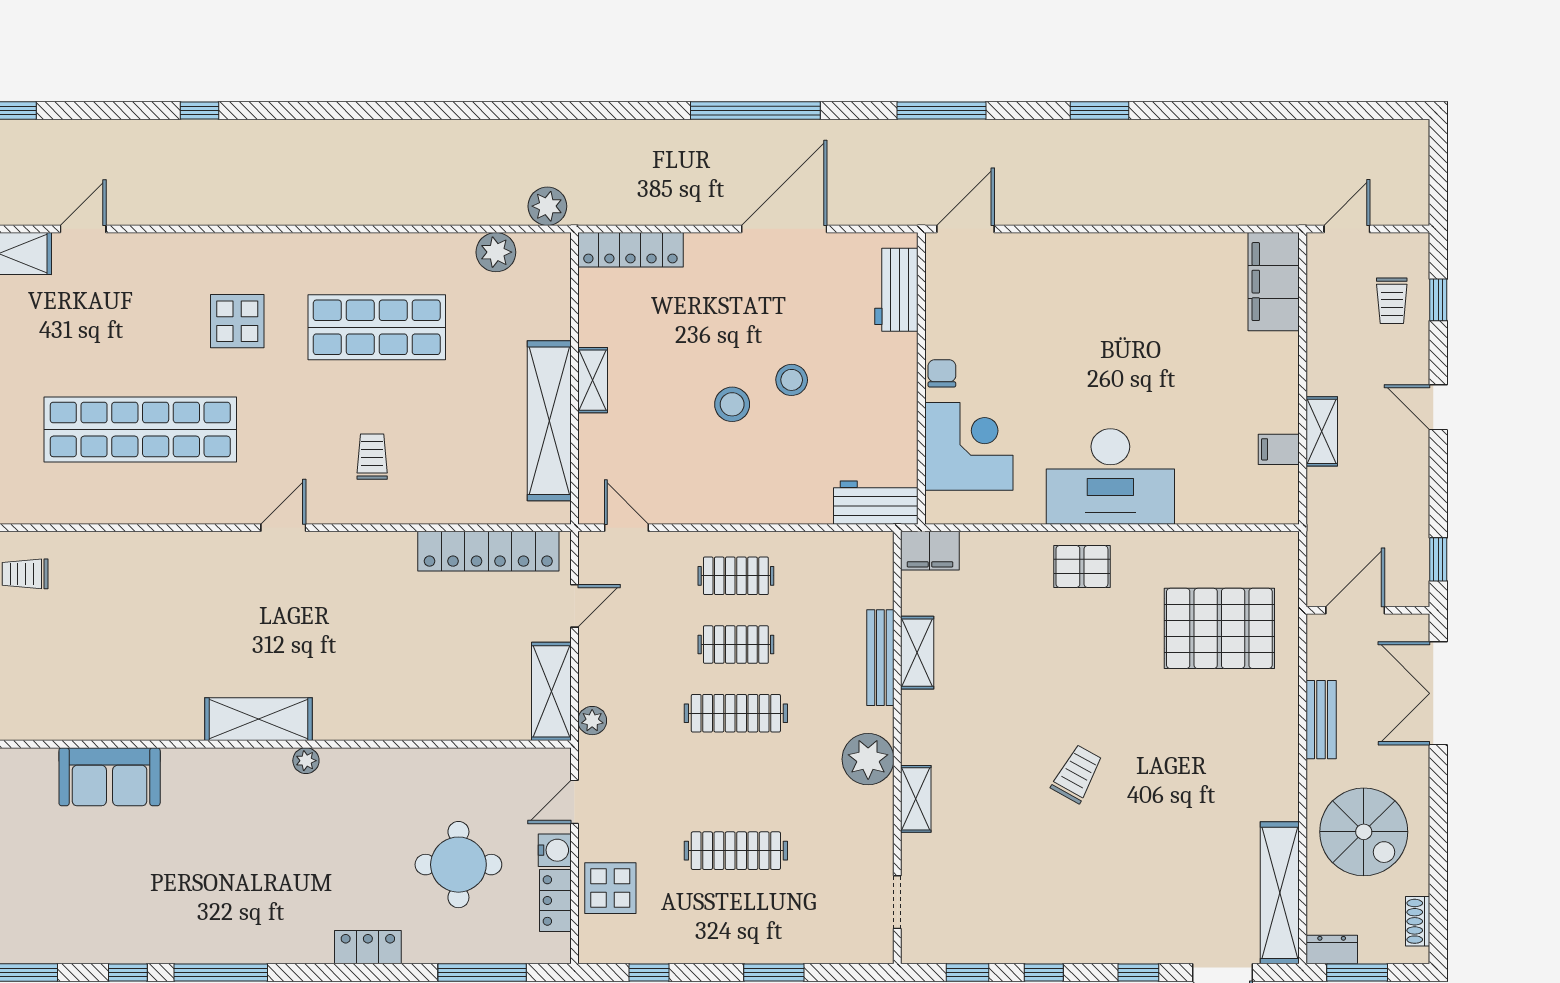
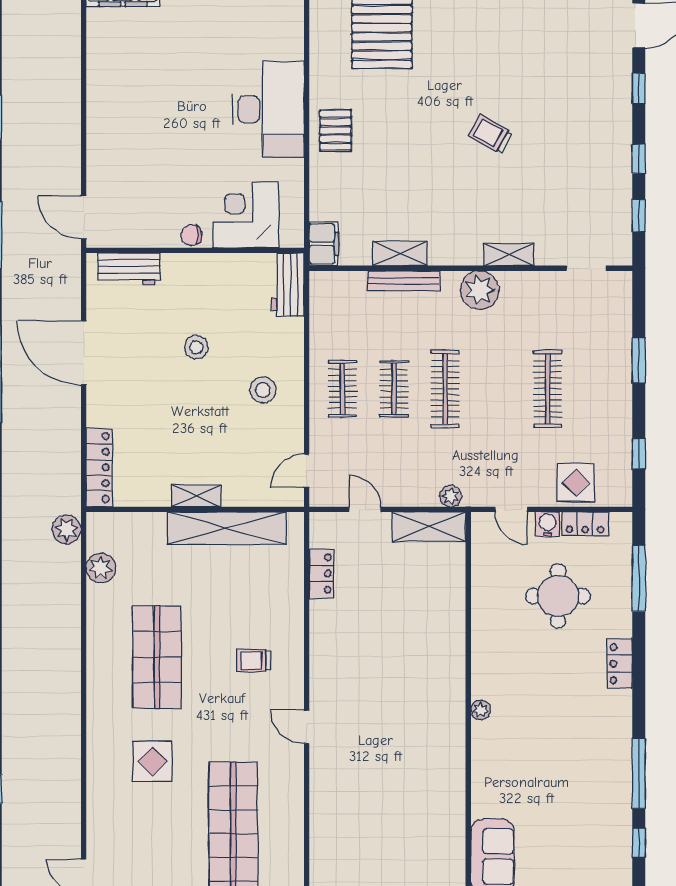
stool: (732, 404) -> (263, 390), moved
locker: (488, 551) -> (322, 574), width x0.46, depth x0.83
shelving: (259, 719) -> (450, 745), removed

